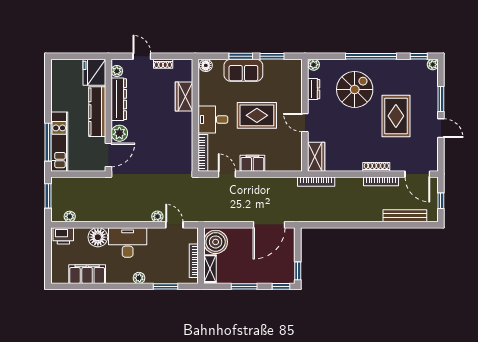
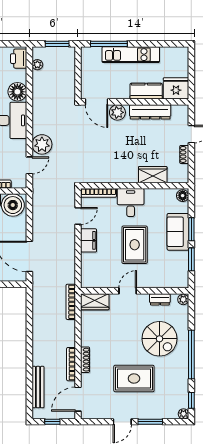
plant: (117, 71) -> (177, 110), removed
kitchen counter: (97, 112) -> (146, 91), width x0.67
kitchen unit: (59, 142) -> (131, 55), moved
plant: (157, 216) -> (42, 144), width x1.87, depth x1.87

